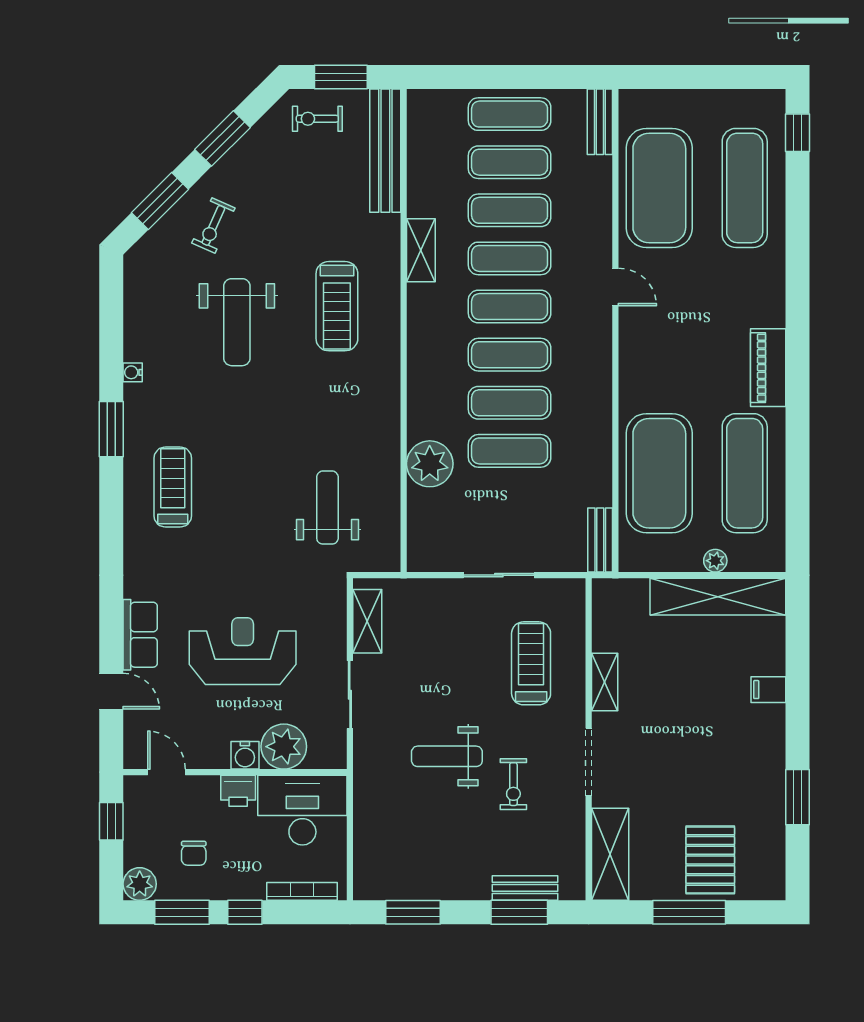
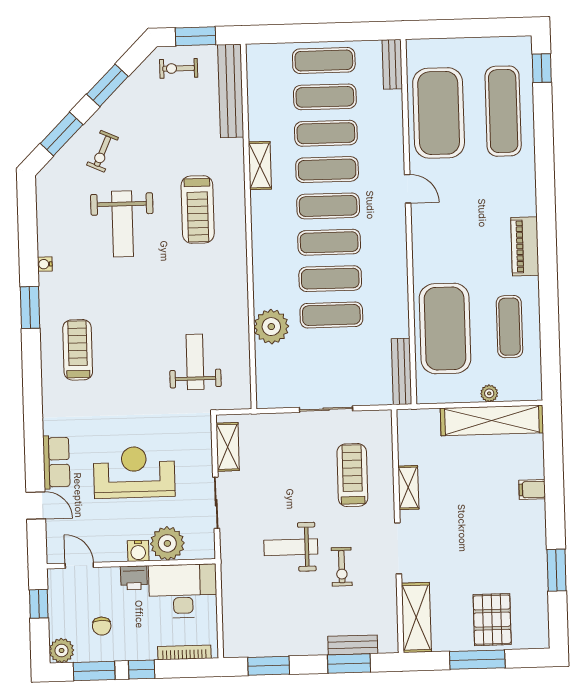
exercise mat: (745, 473) -> (509, 327), width x0.73, depth x0.69
bench: (600, 540) -> (402, 372), width x1.36

